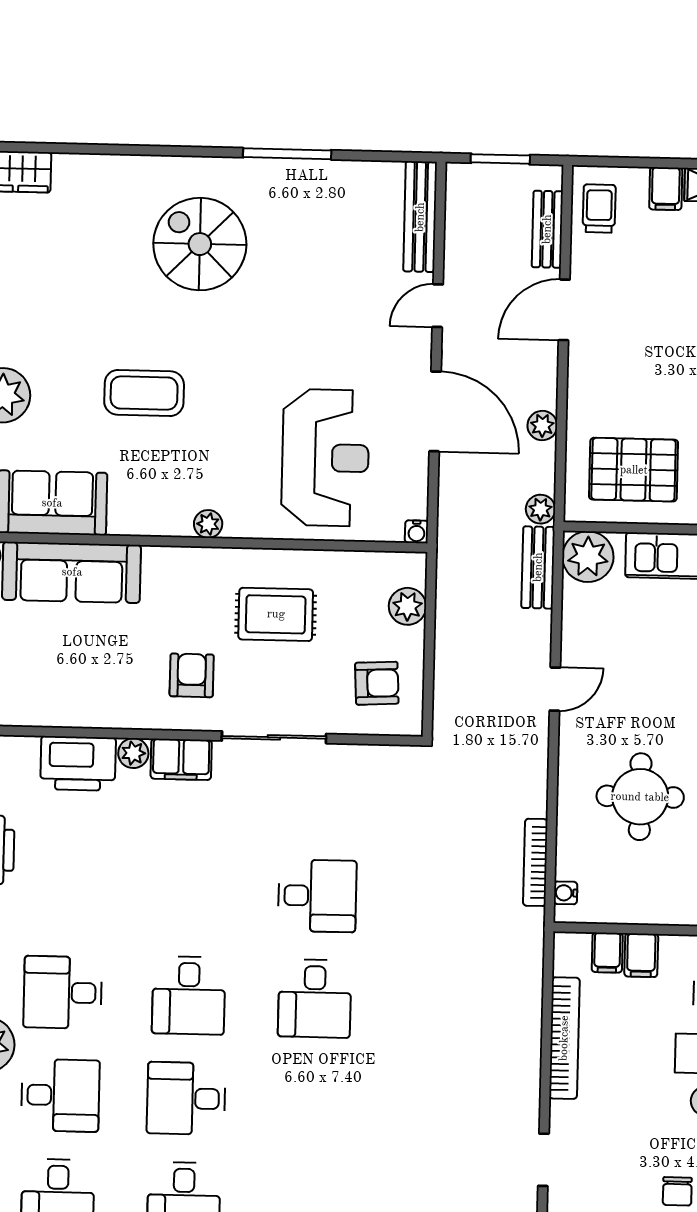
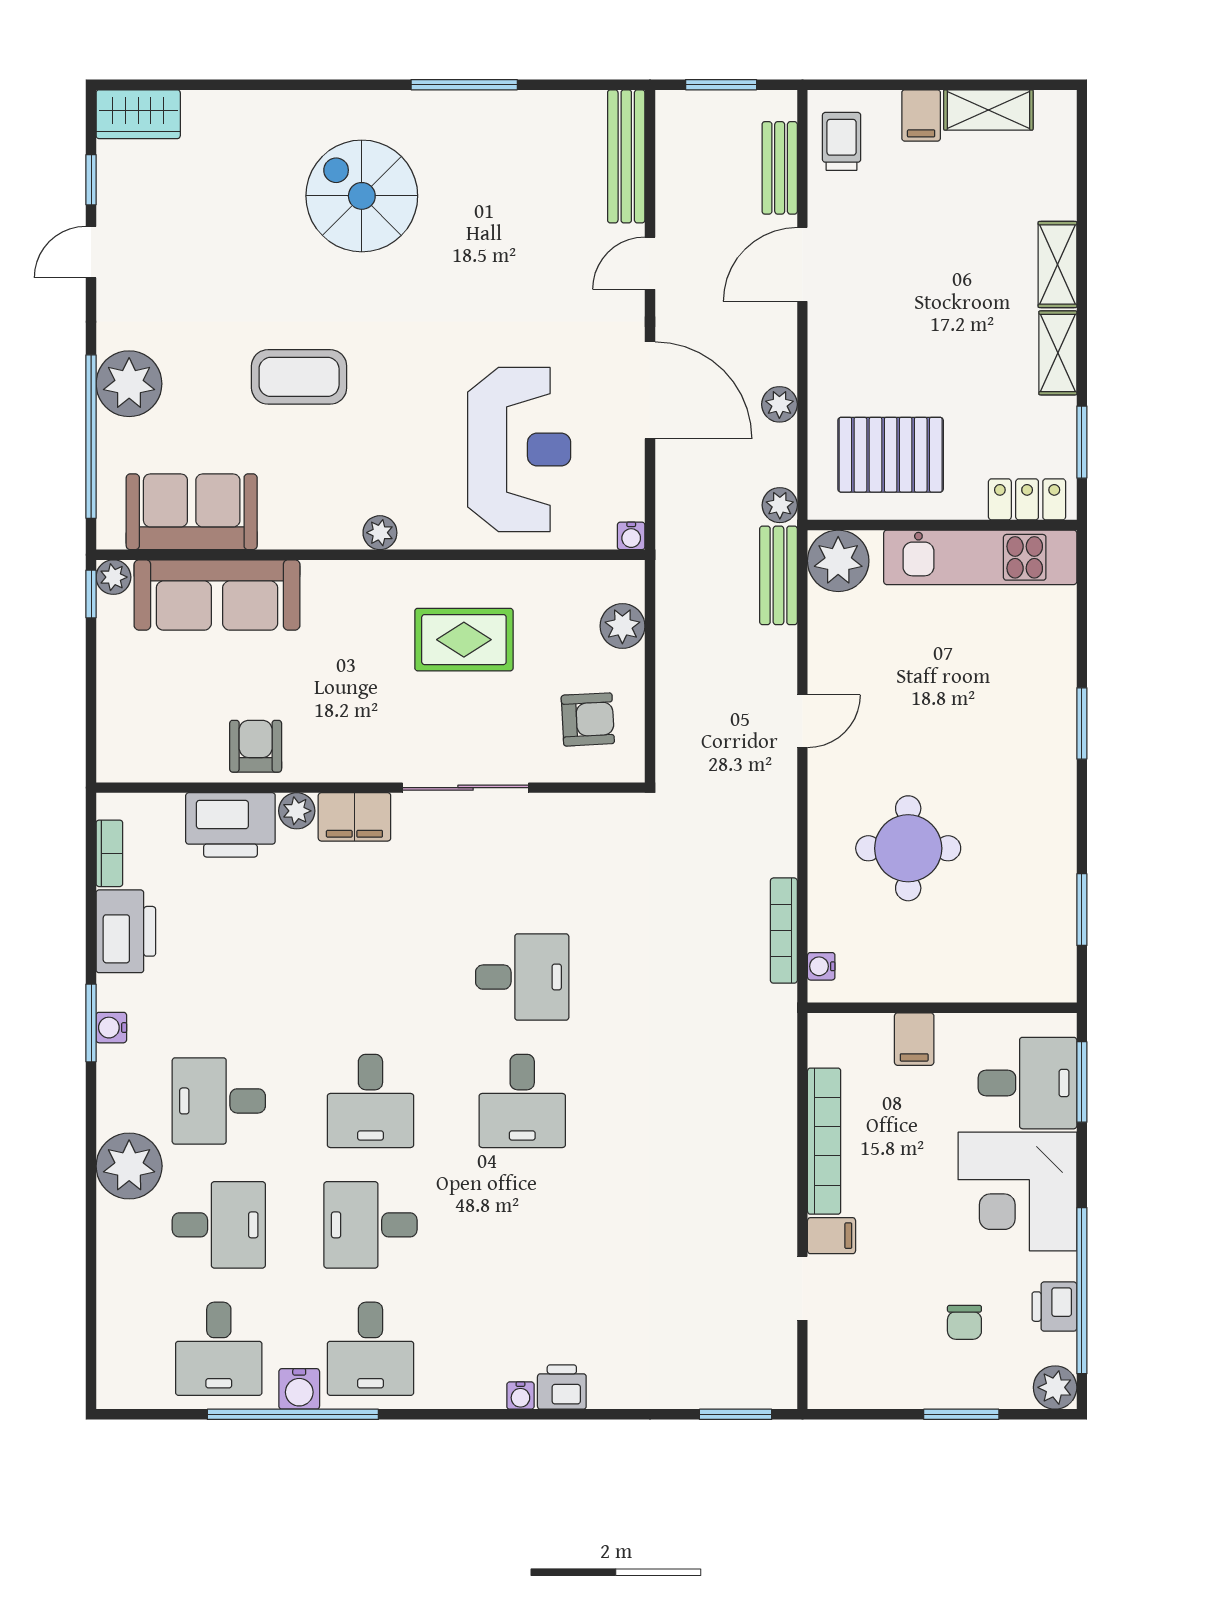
armchair: (192, 675) -> (256, 746), moved
filing cabinet: (607, 953) -> (832, 1236), moved, turned -90

